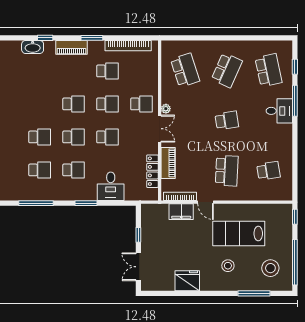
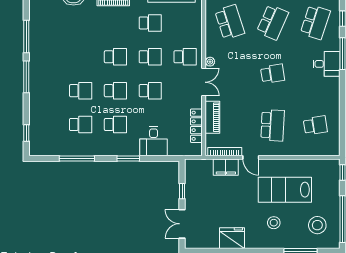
school desk: (268, 70) -> (315, 22), turned 30

